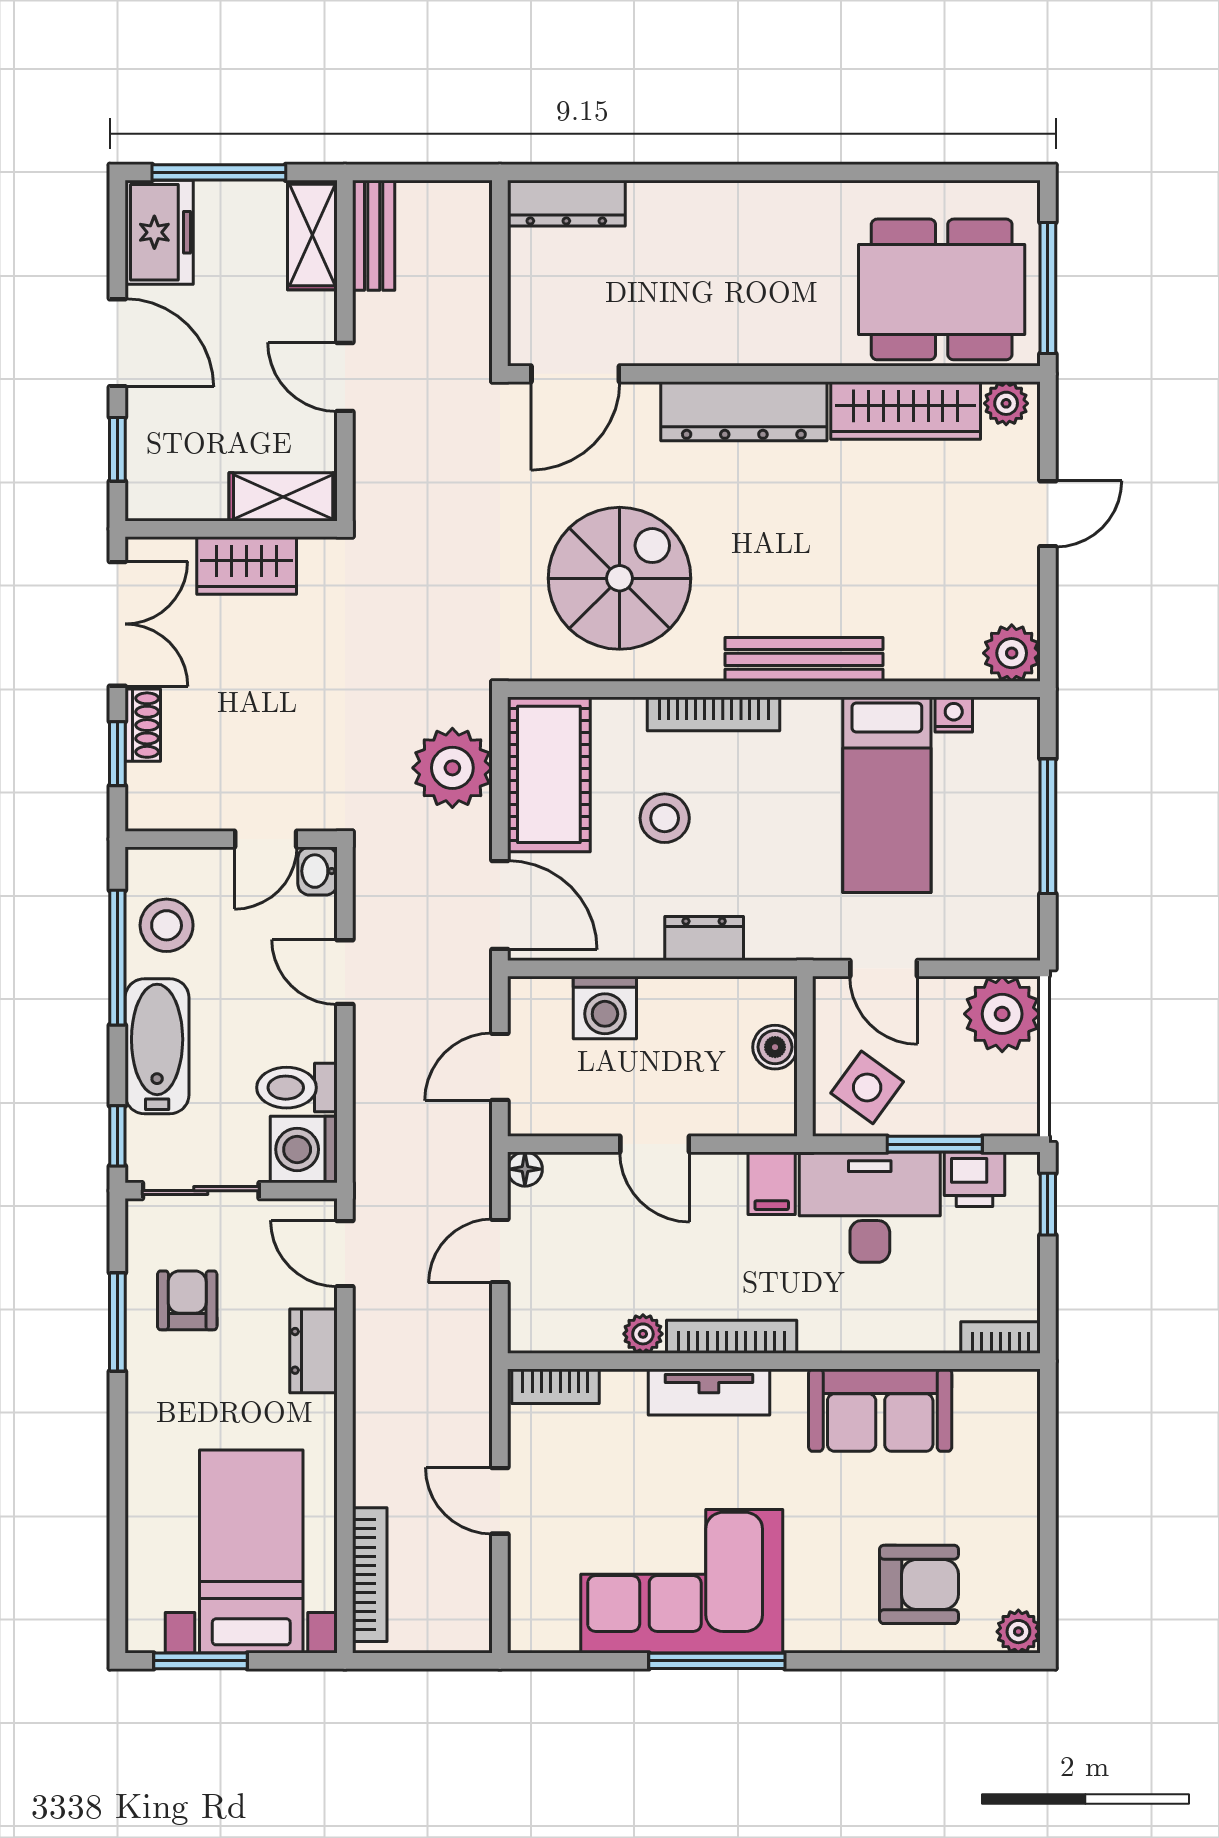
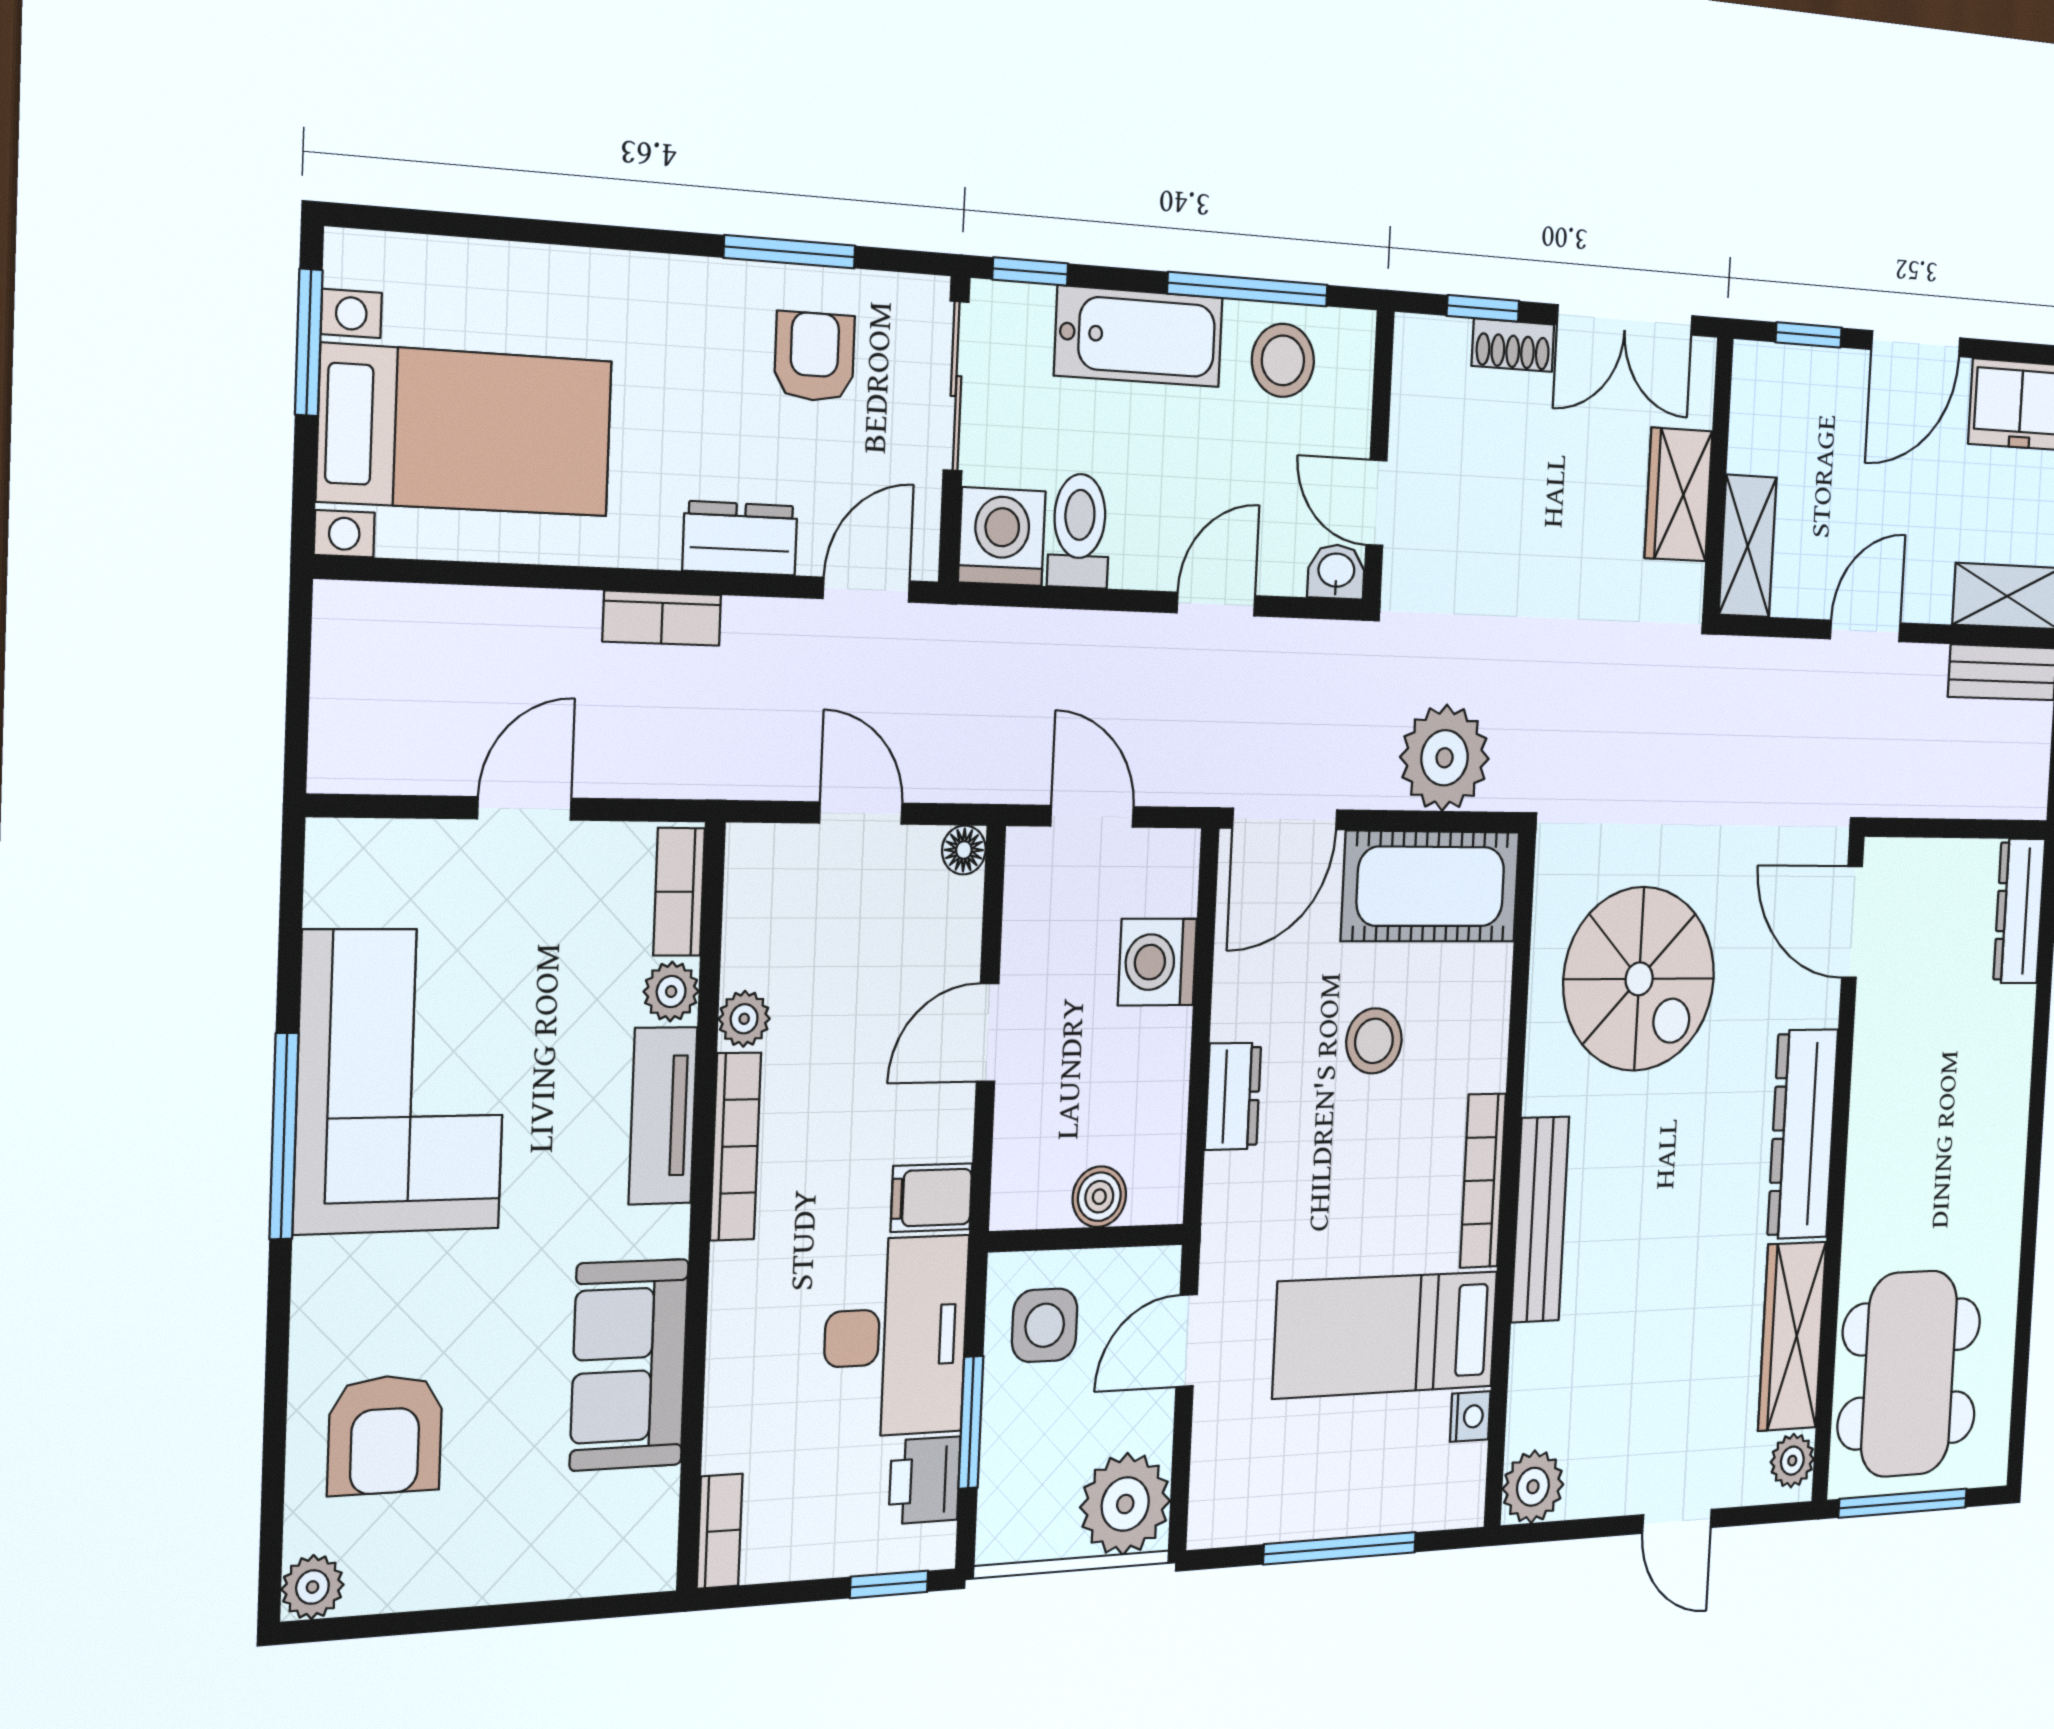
bookcase: (714, 714) -> (1483, 1181), moved
side table: (867, 1087) -> (1045, 1325), turned -36
armchair: (187, 1300) -> (814, 357), turned -90
plant: (624, 1389) -> (671, 992), added
bookcase: (370, 1575) -> (662, 618), moved, width x0.64

